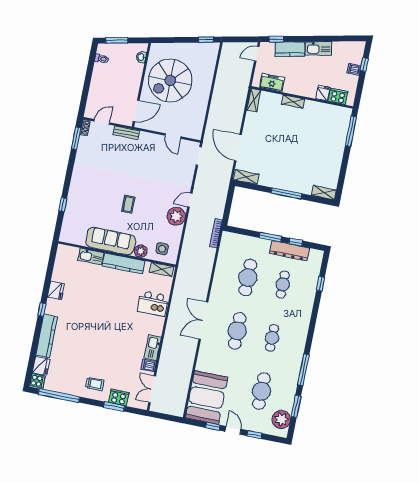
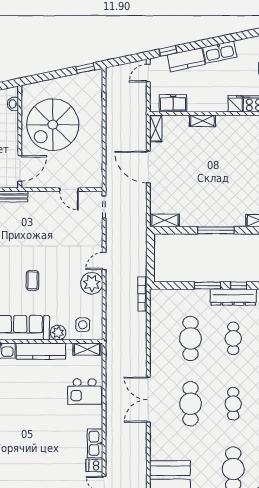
door: (238, 148) -> (148, 167), moved

